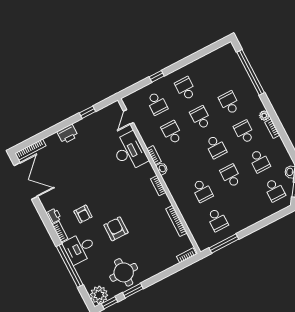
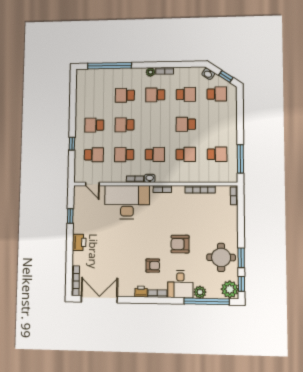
school desk: (216, 147) -> (155, 155), moved
desk: (129, 152) -> (127, 202), width x1.36, depth x1.30
window: (70, 266) -> (207, 301), moved
plant: (82, 269) -> (200, 292), added

